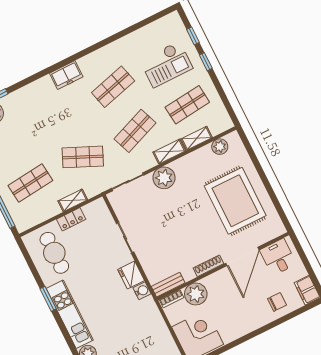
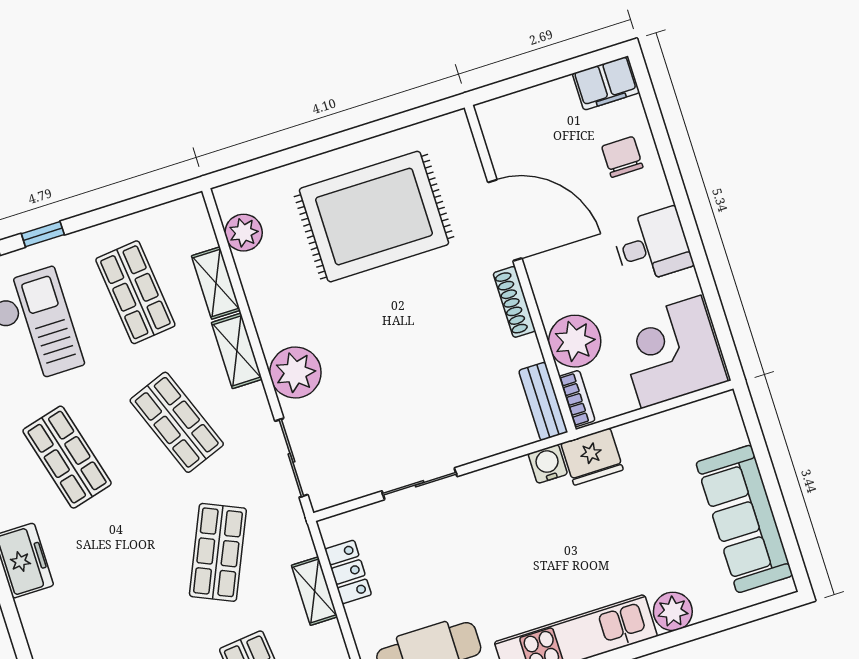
locker: (71, 219) -> (348, 572), moved
desk: (278, 257) -> (652, 246), moved, turned 180
fridge: (131, 275) -> (592, 457), moved

